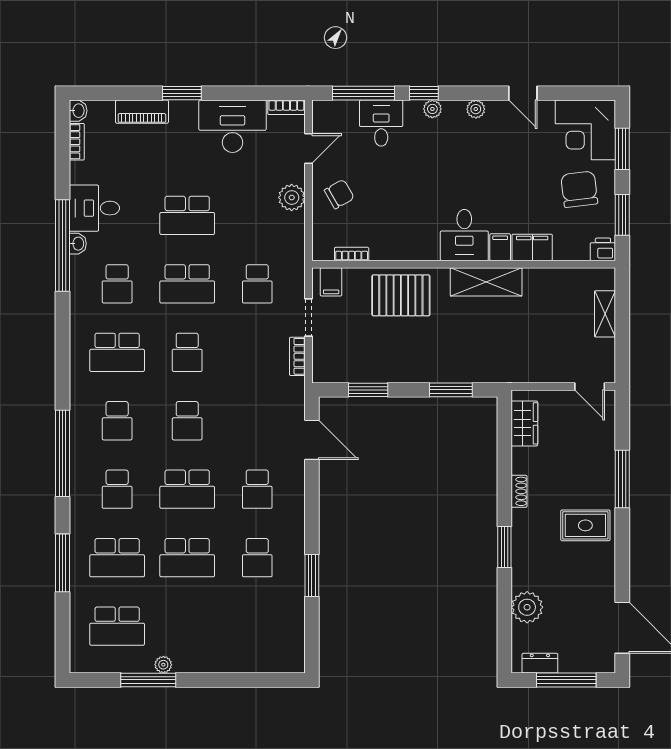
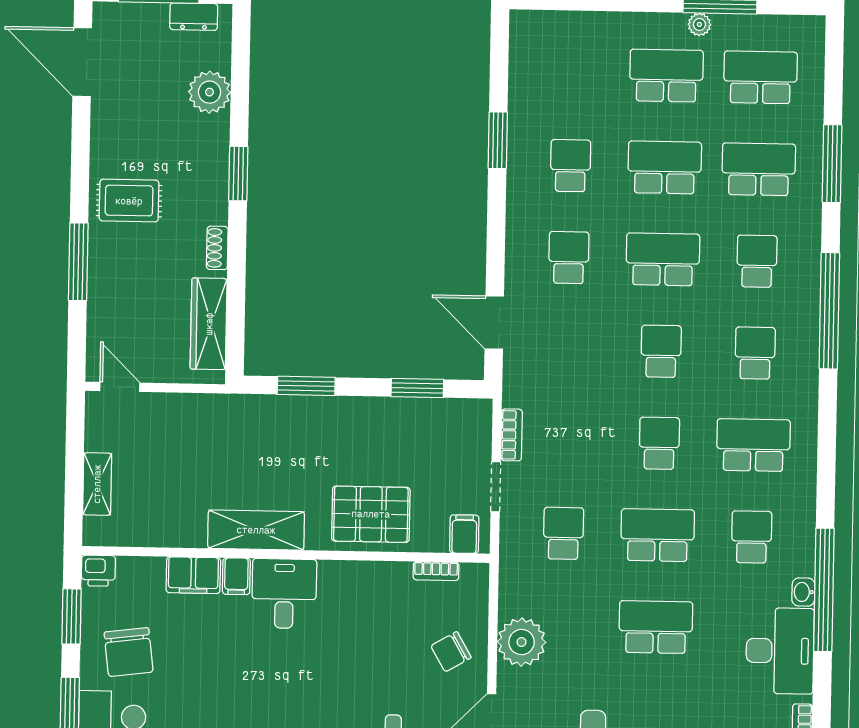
plant: (292, 197) -> (522, 642), width x1.36, depth x1.36
desk: (94, 208) -> (780, 651), width x1.37
wardrobe: (524, 423) -> (209, 324), width x1.50
school desk: (187, 626) -> (666, 76), added

